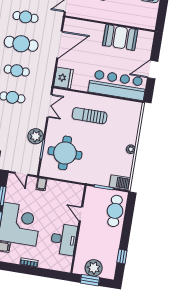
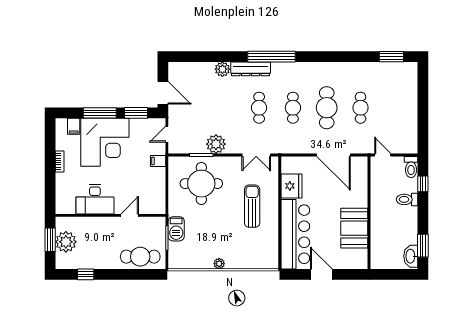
fridge: (64, 78) -> (291, 186), moved, turned -90
barbecue: (120, 182) -> (176, 229), moved

